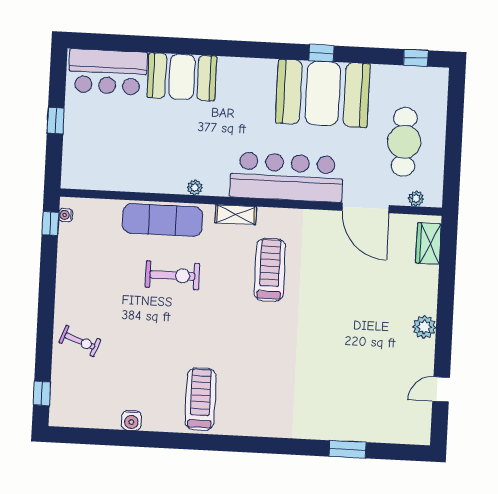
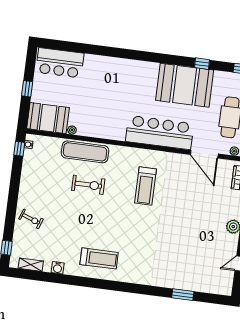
window: (321, 53) -> (202, 64), moved
booth: (182, 77) -> (48, 118), moved
plant: (195, 188) -> (72, 130), moved
shelving: (236, 215) -> (31, 265), moved
treadmill: (270, 270) -> (145, 186), turned 180
treadmill: (201, 399) -> (99, 258), turned 90

